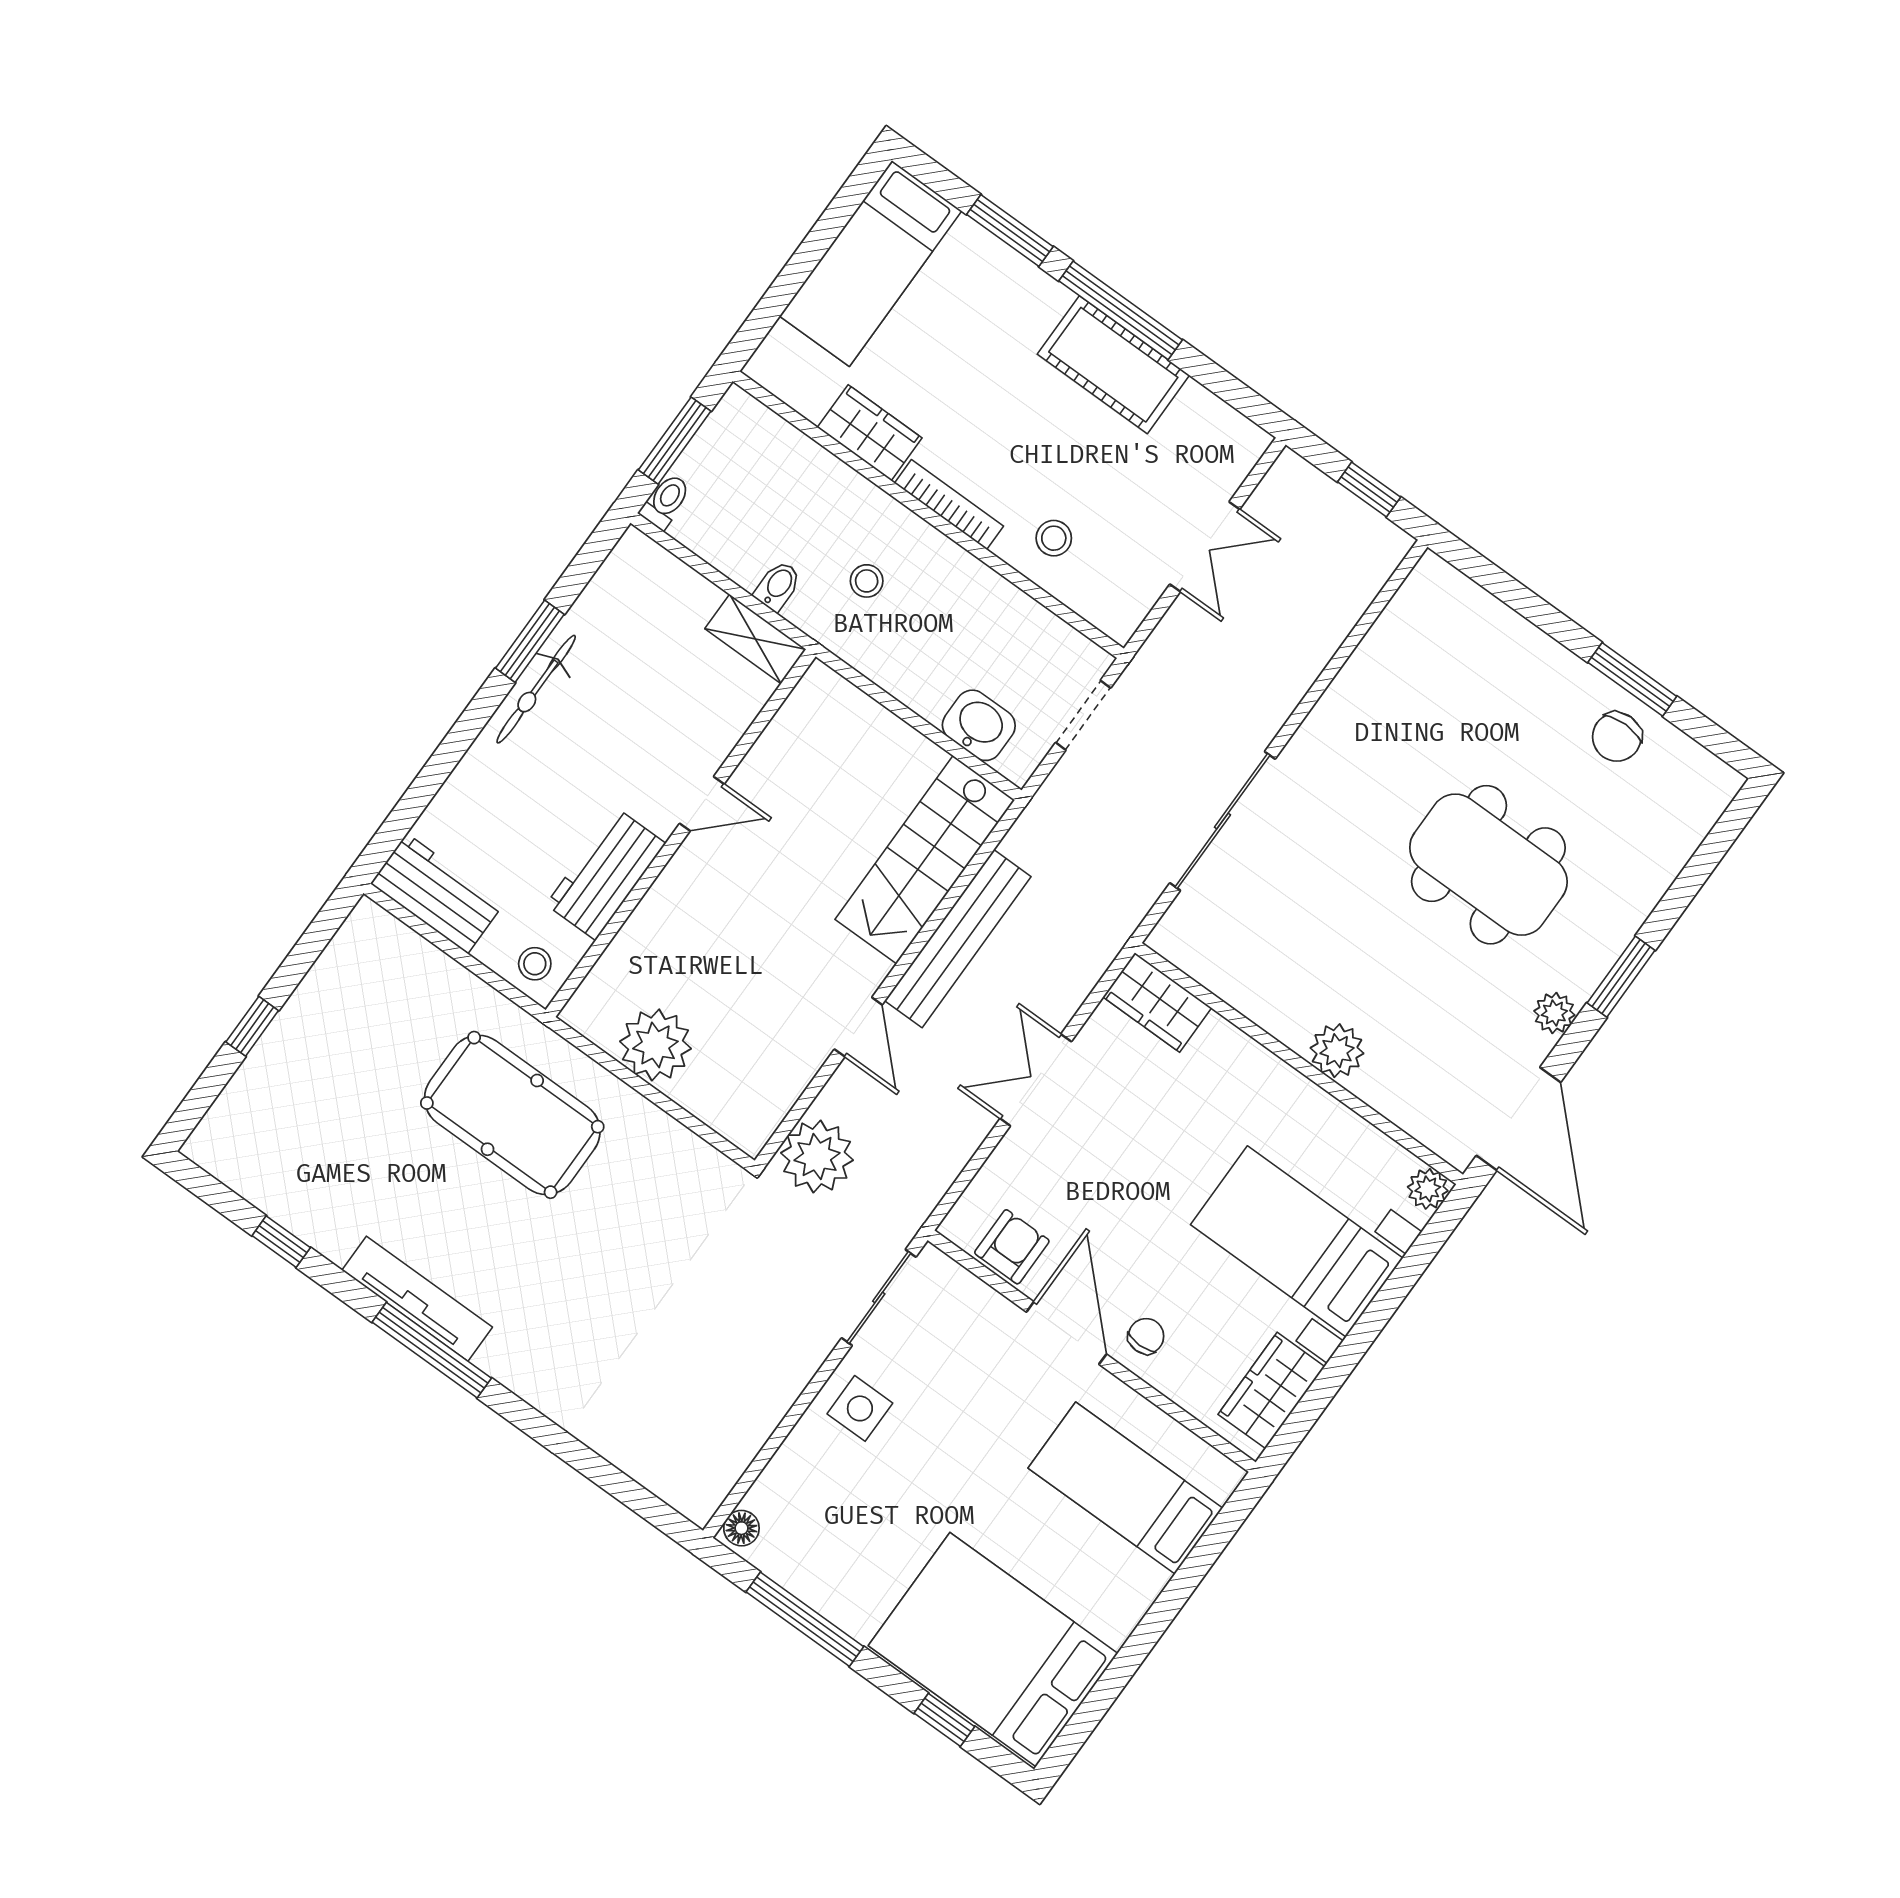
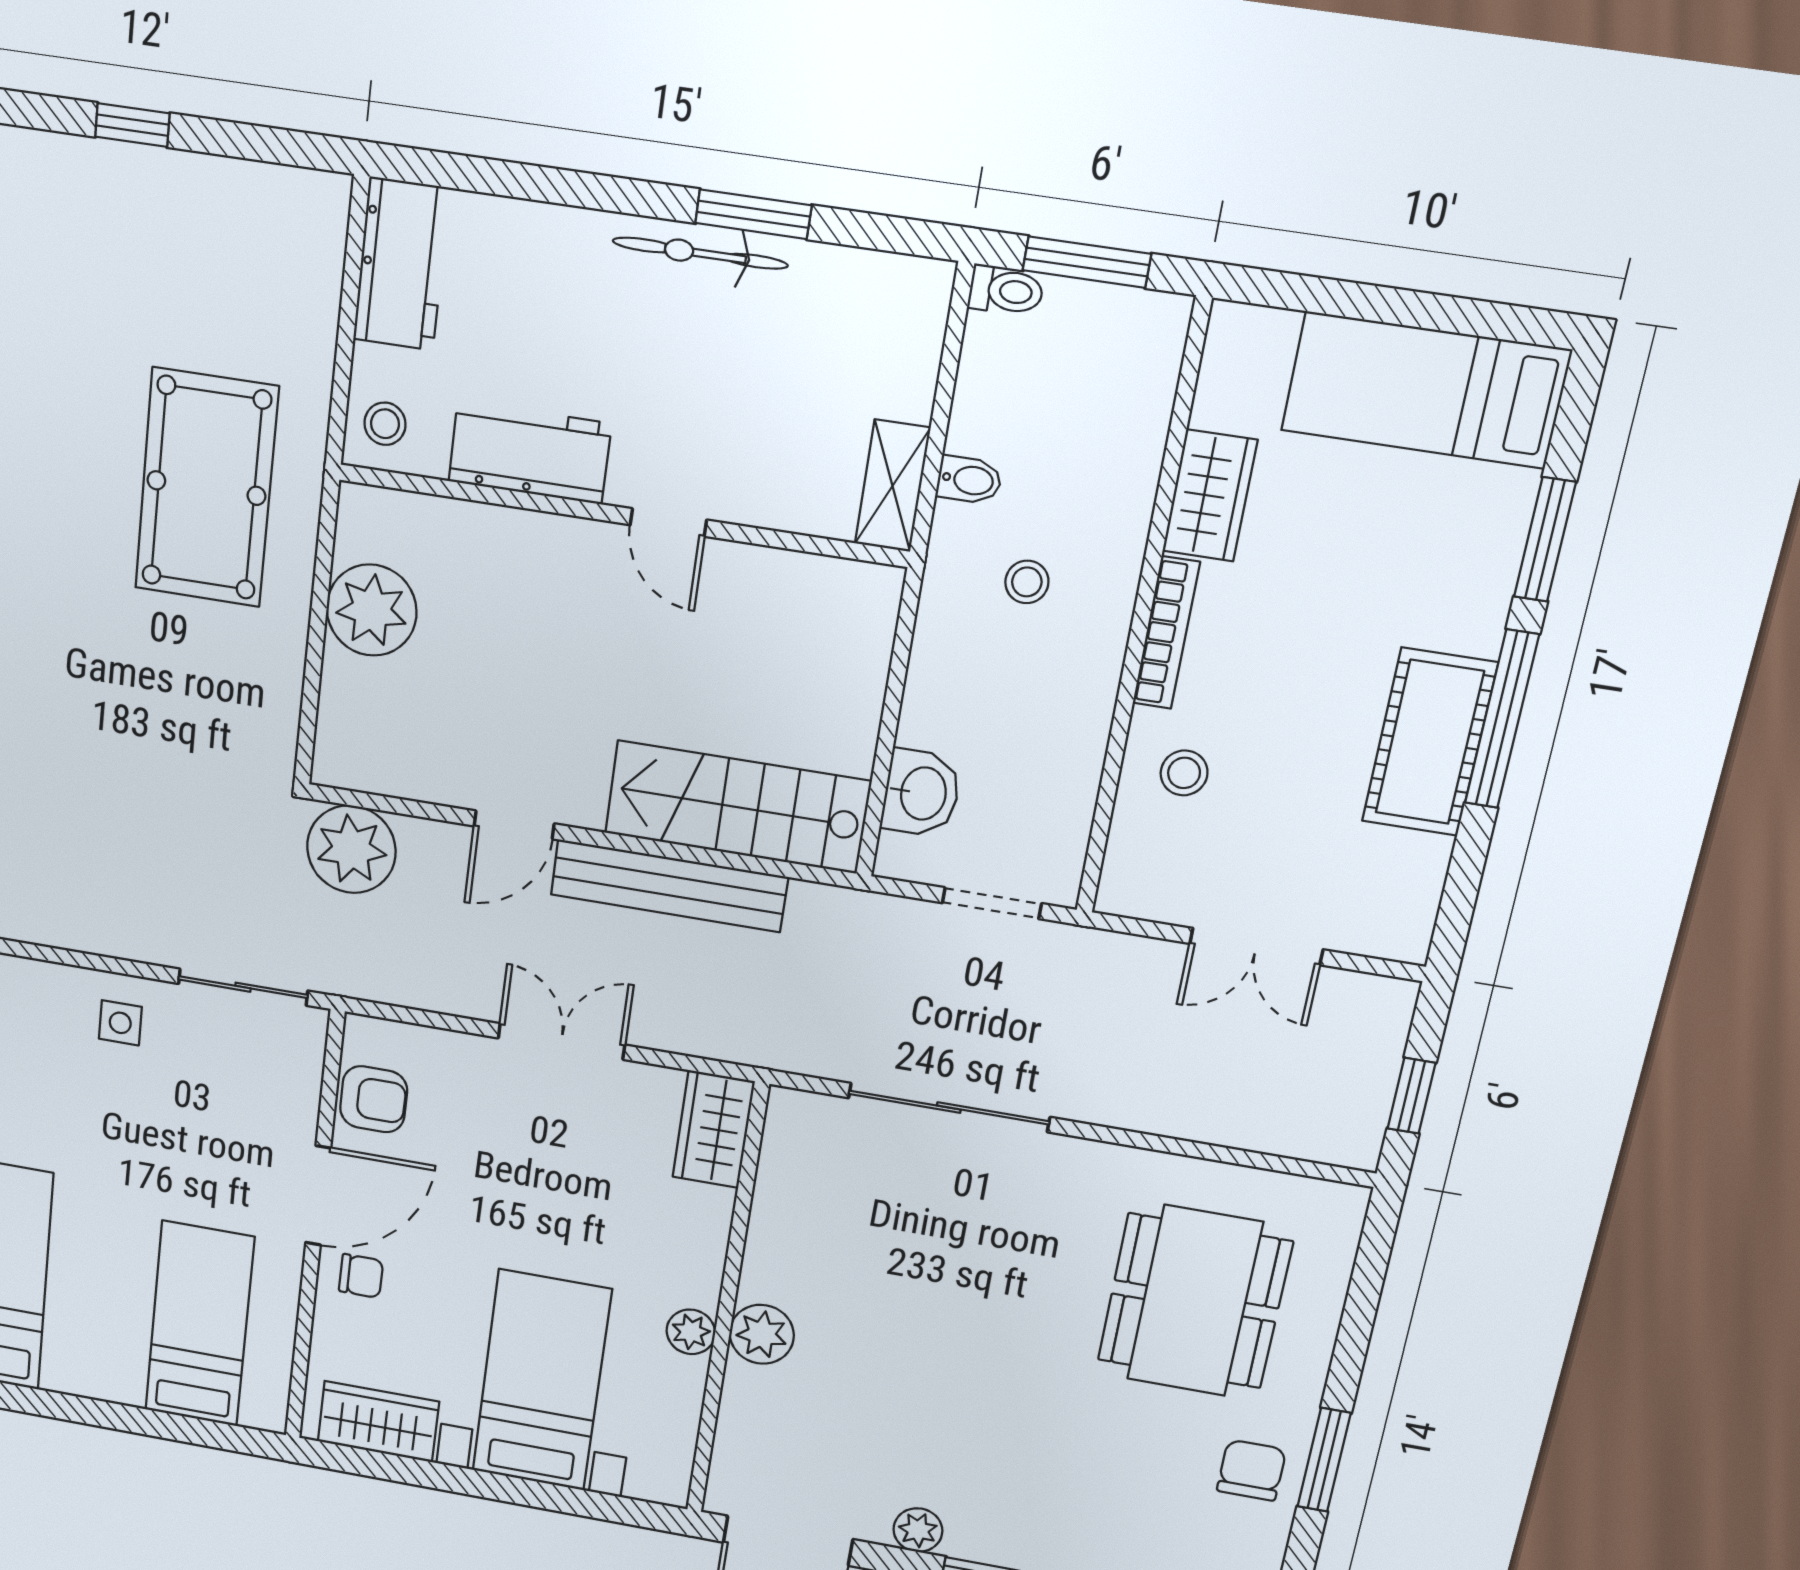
chair: (1617, 737) -> (1251, 1470), turned 90
dining table: (1488, 865) -> (1195, 1301), moved
plant: (1428, 1189) -> (691, 1332), moved
side table: (860, 1408) -> (120, 1023), width x0.73, depth x0.73

